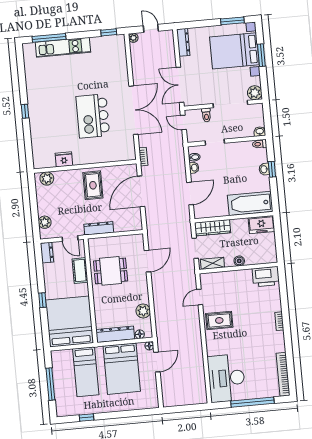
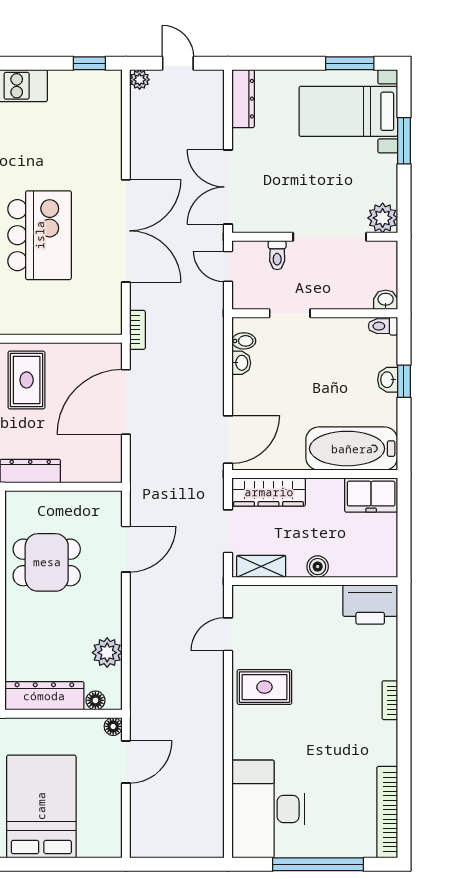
bed with nightstands: (234, 51) -> (348, 111), width x0.73
kitchen island: (93, 116) -> (40, 235), turned 180
door: (190, 193) -> (228, 440), moved
bed: (122, 369) -> (41, 806), moved, turned 180

